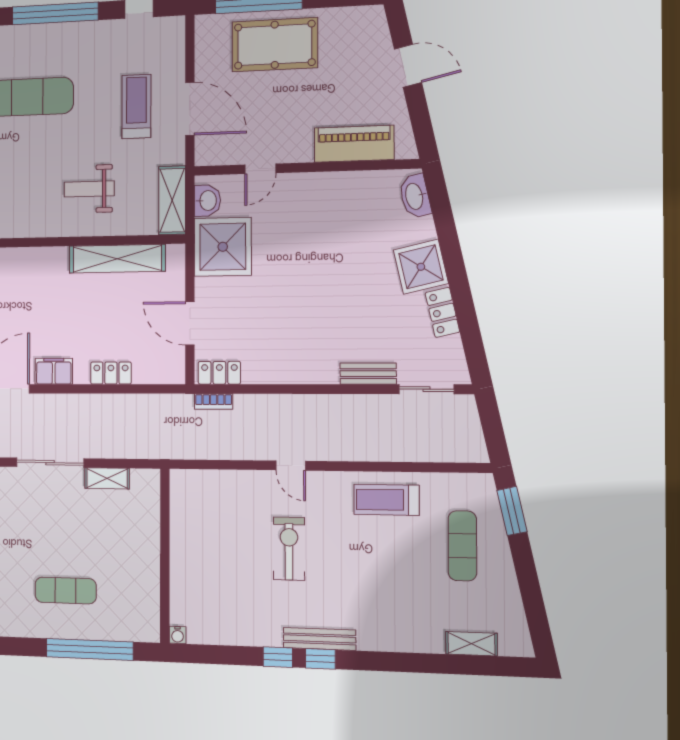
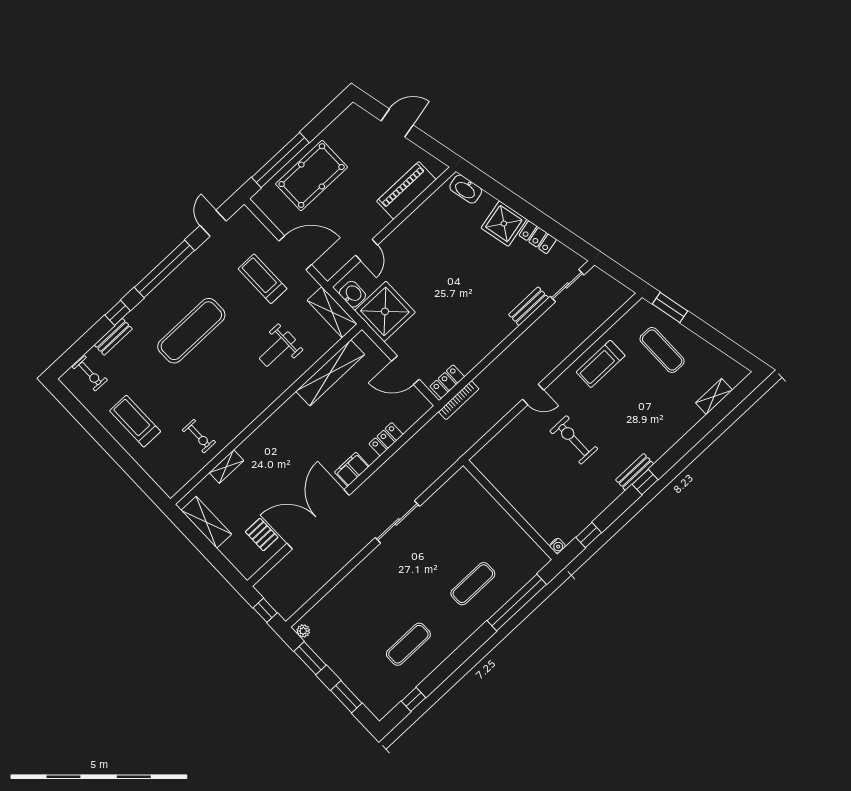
bookcase: (214, 402) -> (459, 400), width x1.56
shelving: (107, 478) -> (438, 499), removed
bench: (319, 639) -> (635, 472), width x0.73
window: (278, 657) -> (589, 535), moved

